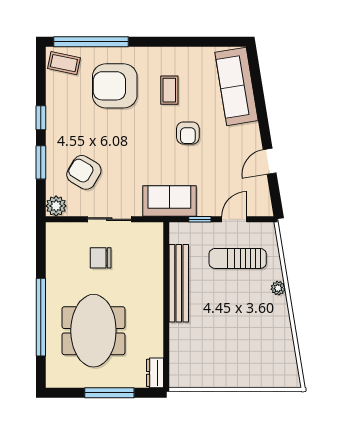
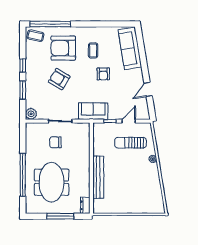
armchair: (84, 172) -> (59, 79), moved
bench: (179, 283) -> (98, 177), moved

